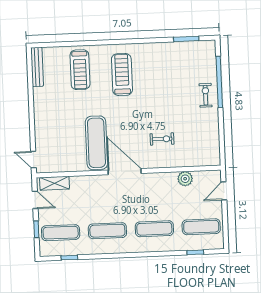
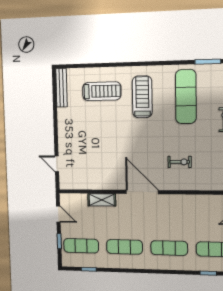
treadmill: (80, 70) -> (102, 91), turned -90
exercise mat: (96, 143) -> (186, 97), moved
door: (33, 160) -> (57, 164), moved
plant: (185, 179) -> (201, 202), removed
shelving: (55, 183) -> (102, 200), moved

